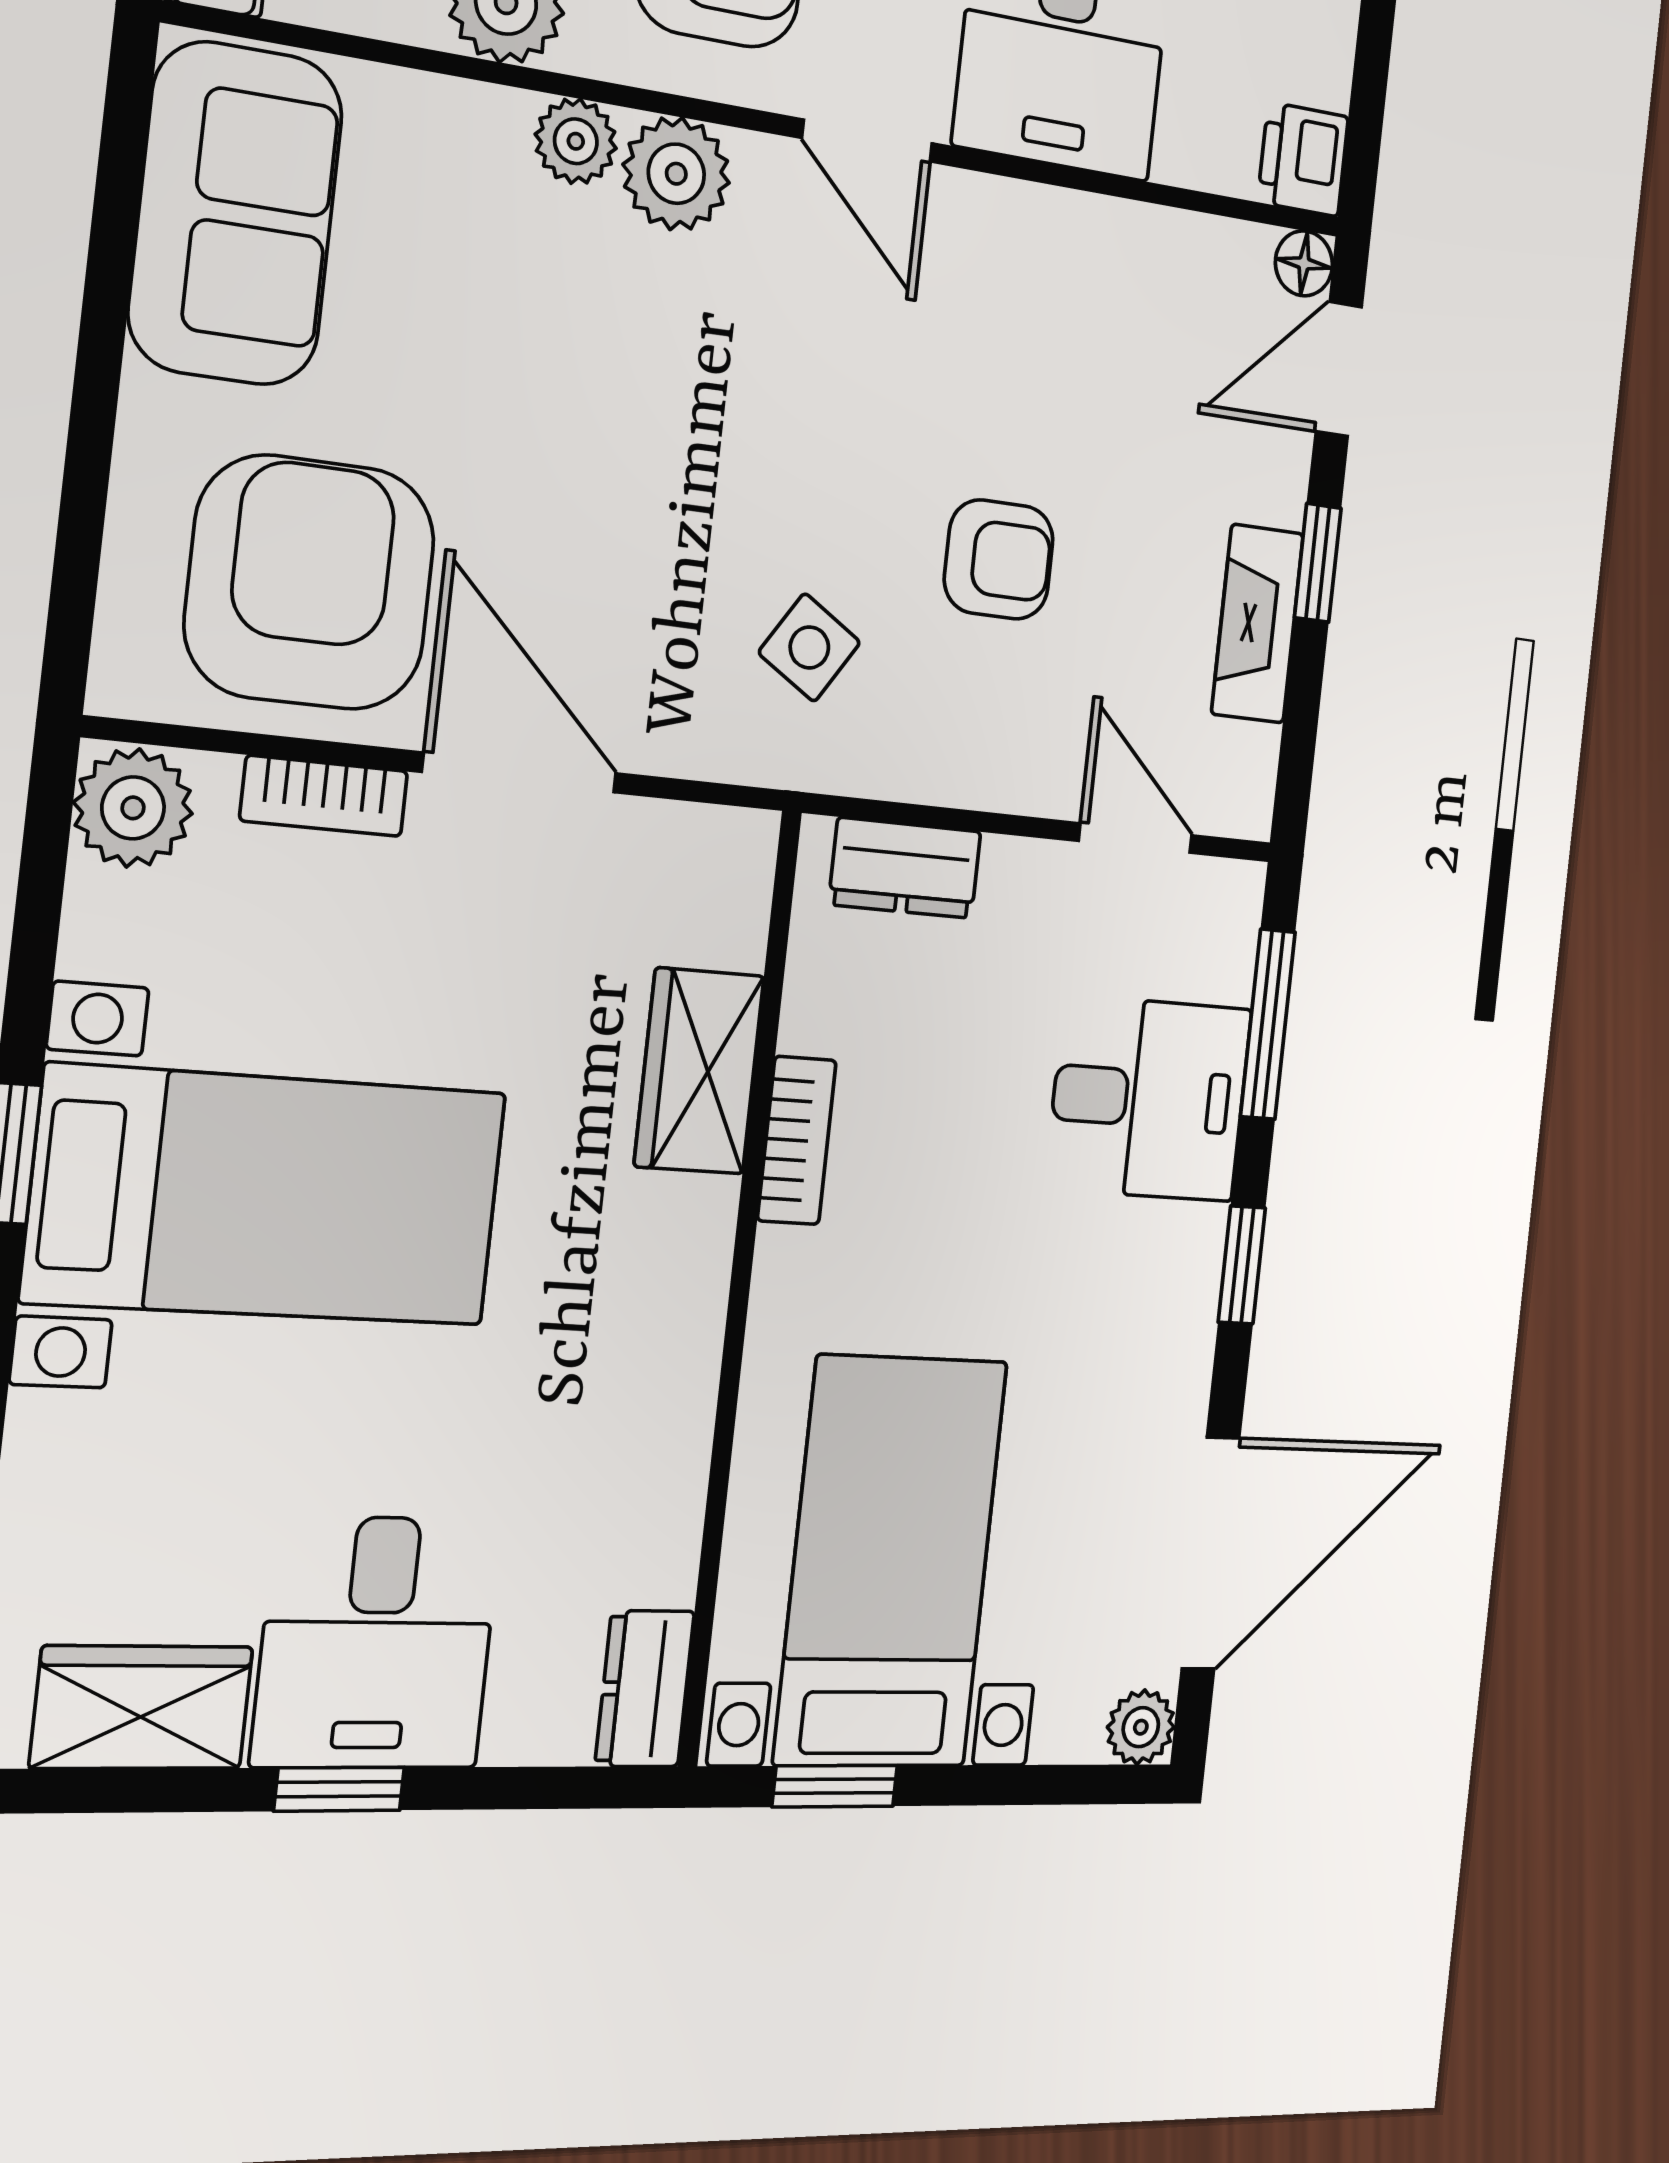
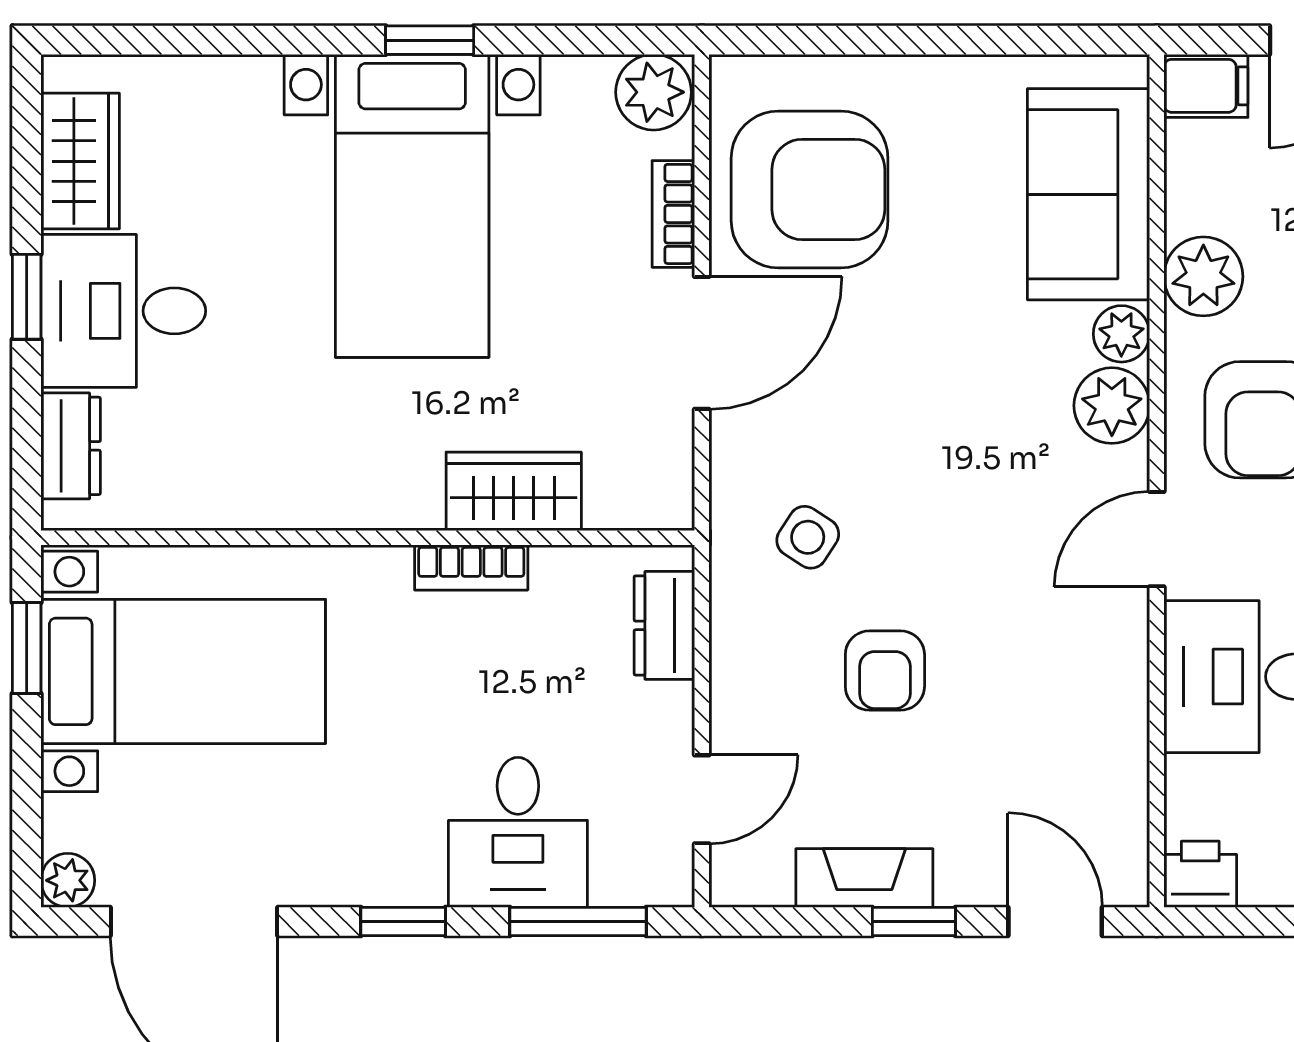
sofa: (236, 214) -> (1089, 194), moved, turned 90
floor lamp: (1304, 263) -> (1126, 884), removed
dresser: (645, 1689) -> (71, 446), moved, turned 90

